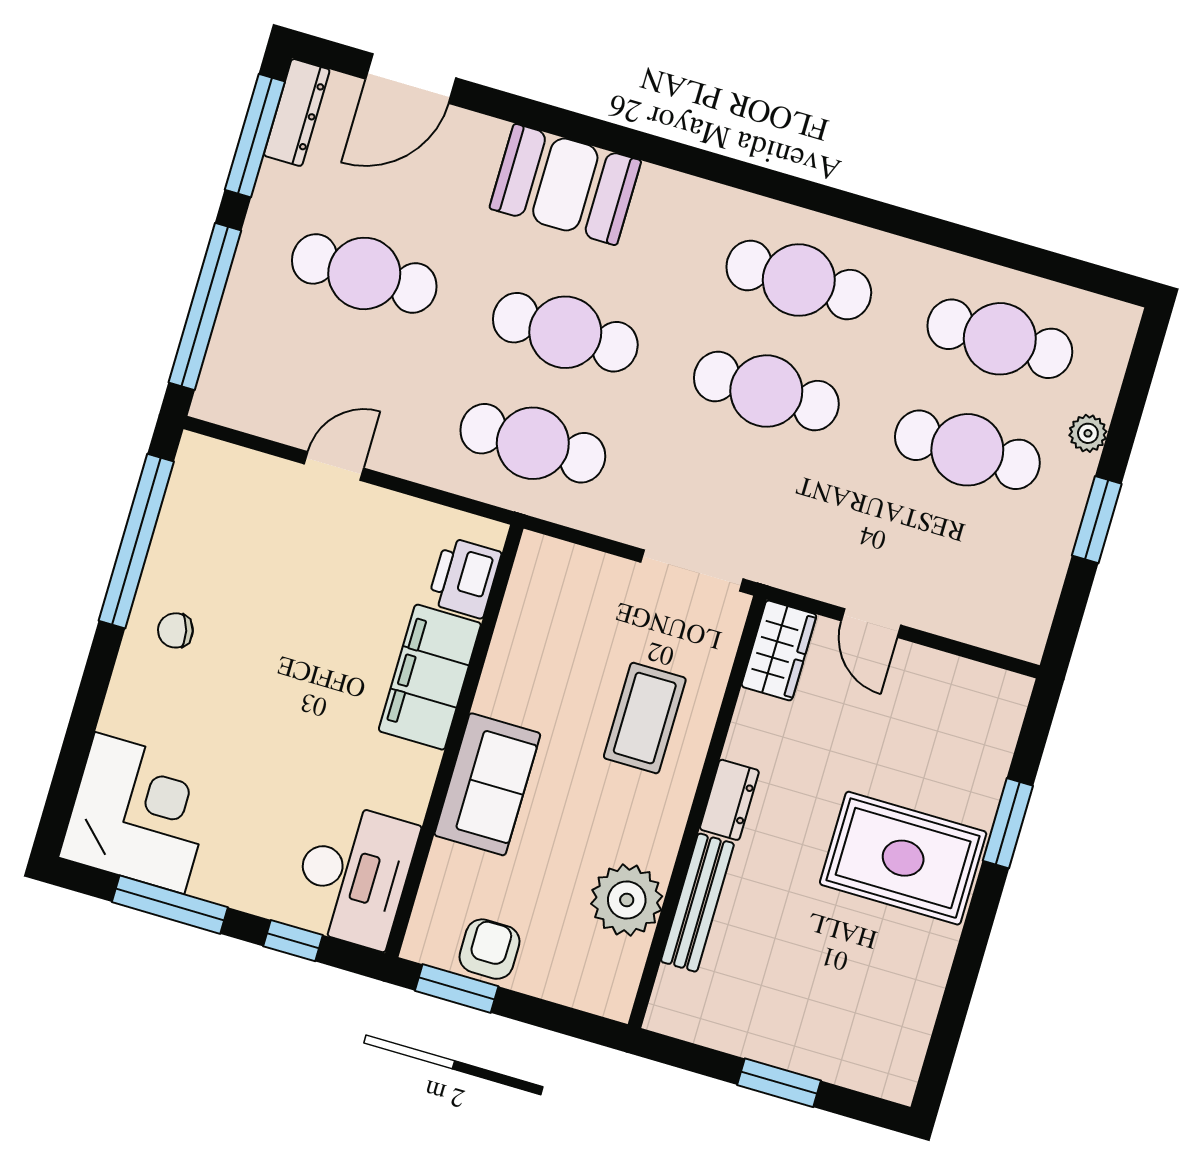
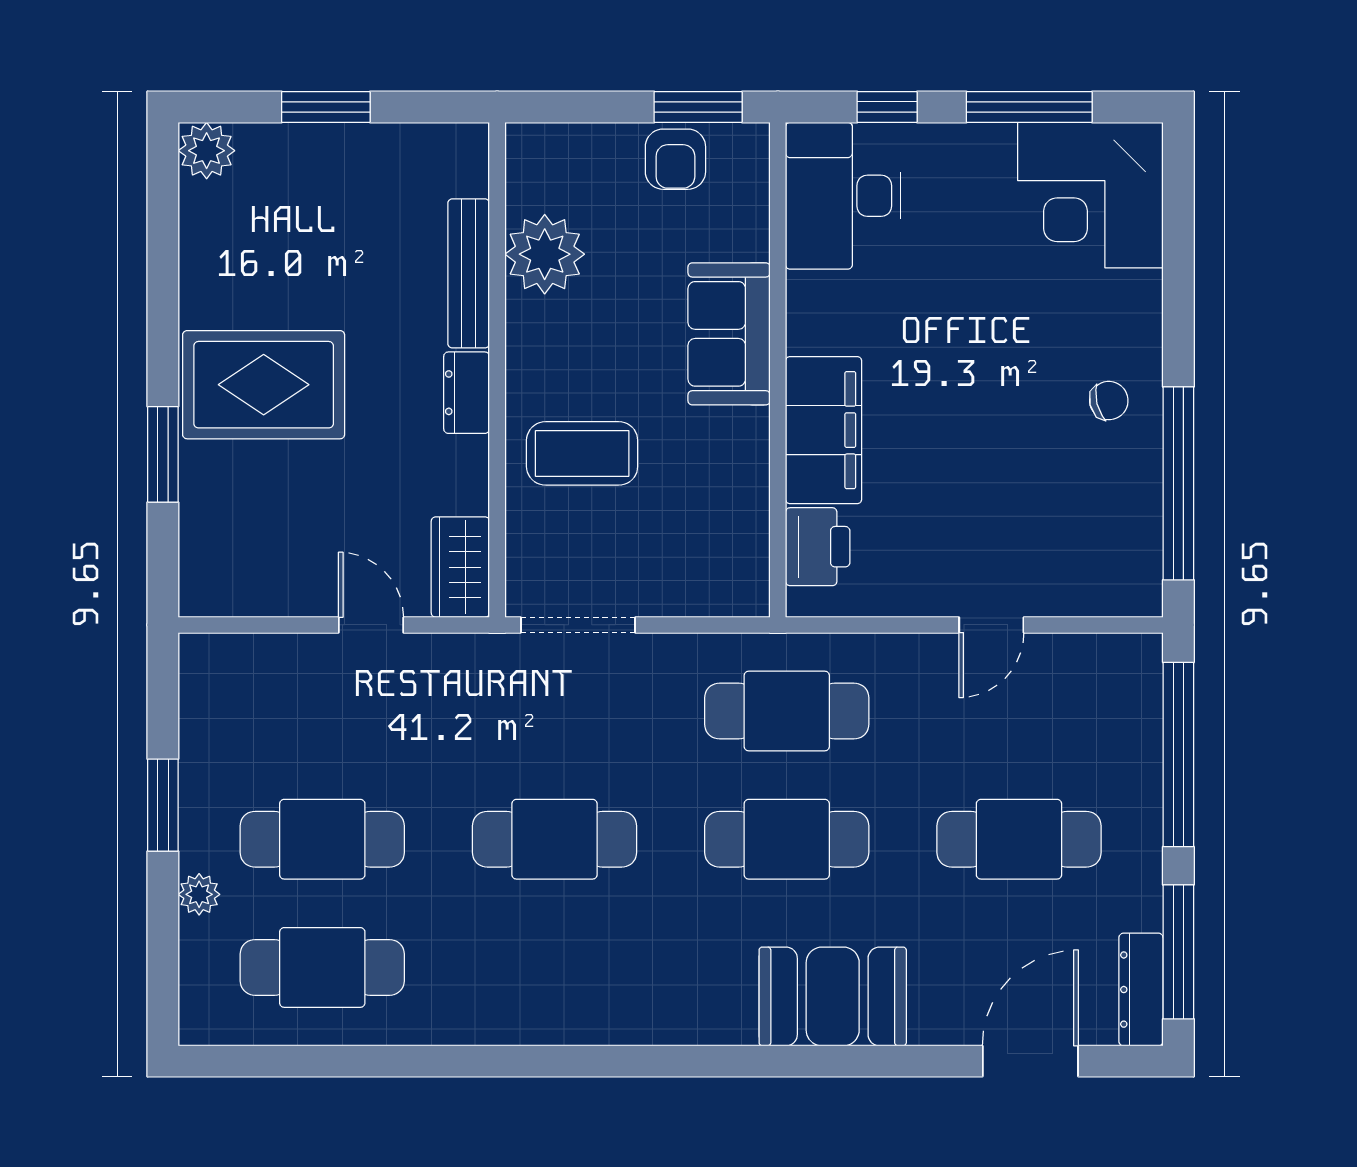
cafe table: (799, 280) -> (555, 967), removed
coffee table: (645, 718) -> (582, 453), turned 90
plant: (893, 1075) -> (207, 151), added

